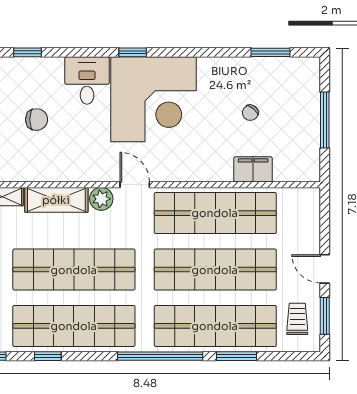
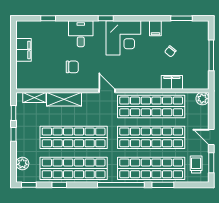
filing cabinet: (223, 71) -> (155, 28), added
corner desk: (153, 99) -> (123, 38), width x0.74, depth x0.74
chair: (37, 120) -> (72, 67), moved
plant: (101, 199) -> (202, 99), moved

